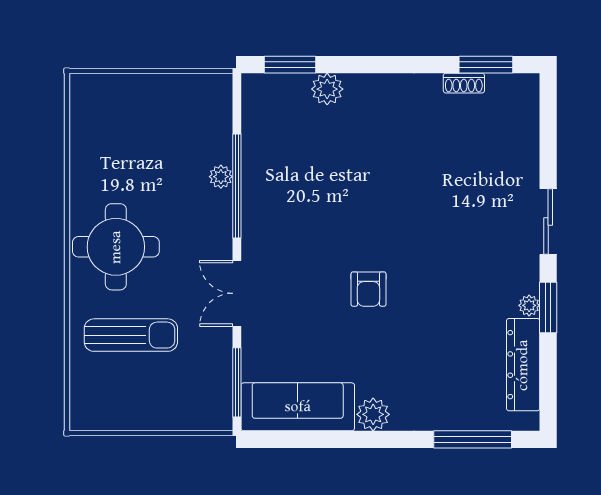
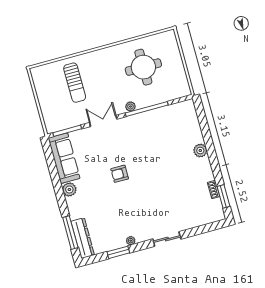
window: (290, 65) -> (202, 117), removed
plant: (327, 89) -> (200, 151), moved
plant: (221, 177) -> (130, 106), moved
round table: (116, 247) -> (143, 67), moved
window: (548, 308) -> (118, 252), moved
dresser: (523, 365) -> (83, 238), moved, turned 90

